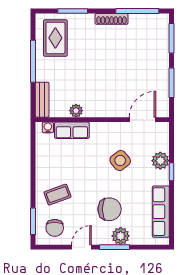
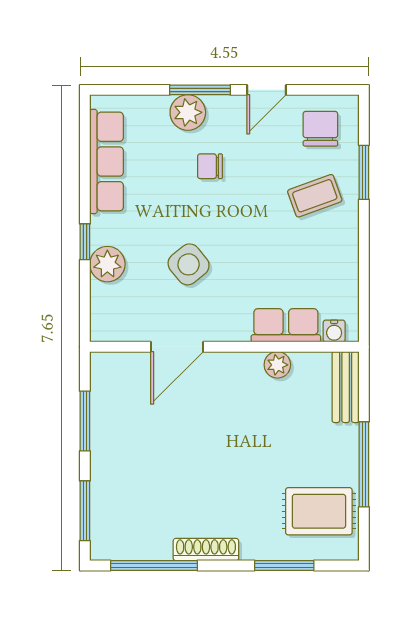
rug: (55, 38) -> (319, 511), turned 90
door: (142, 120) -> (177, 347), moved
chair: (110, 209) -> (210, 166), width x0.54, depth x0.54
window: (33, 221) -> (364, 172), moved

